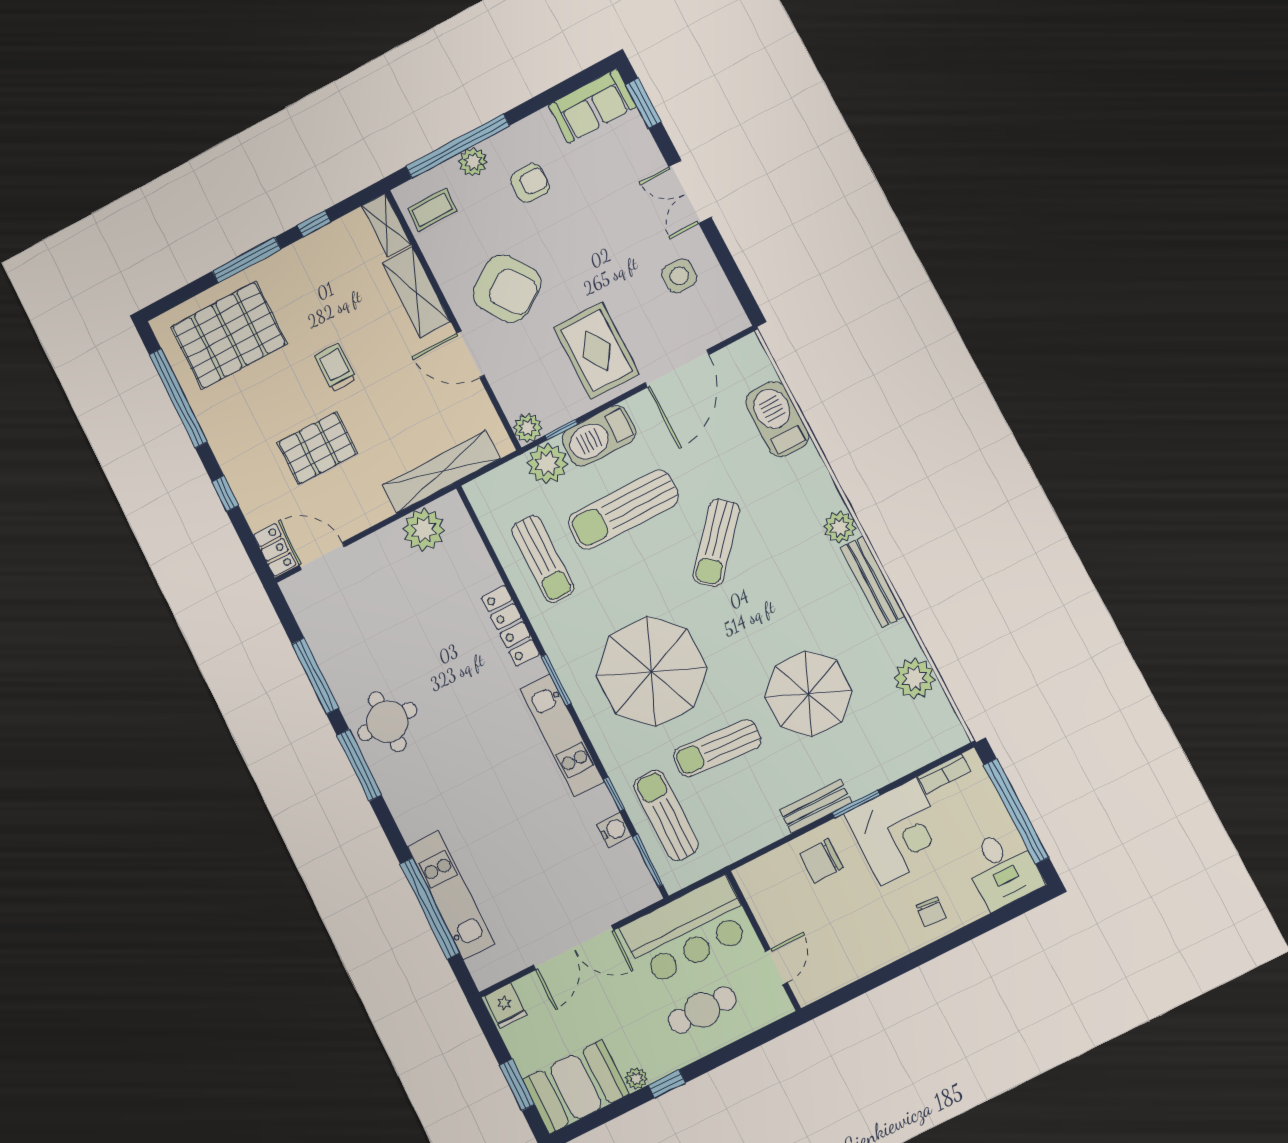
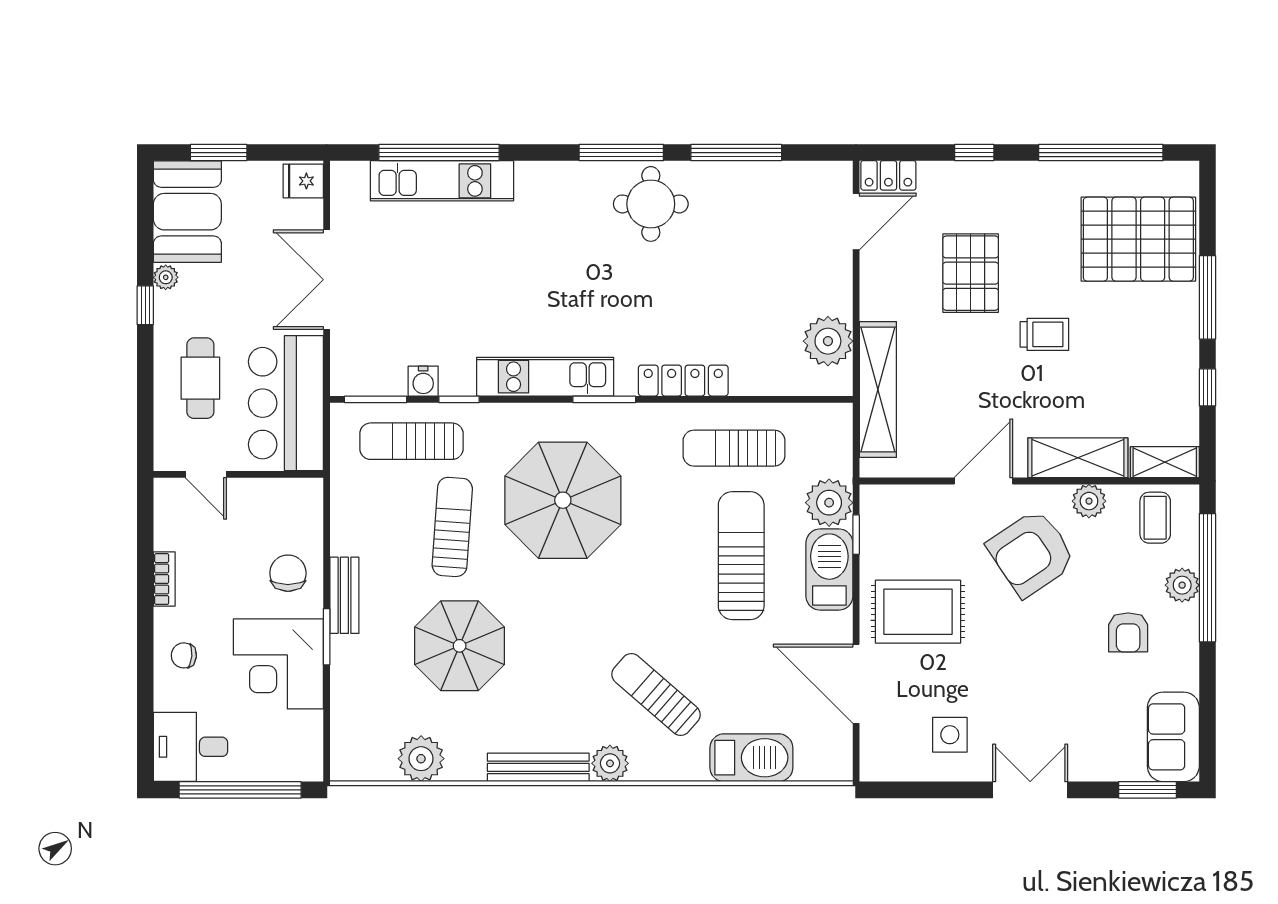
pallet: (229, 335) -> (1138, 239), turned 90
plant: (528, 428) -> (1089, 501), moved
sun lounger: (716, 543) -> (656, 695), moved
bookcase: (944, 774) -> (164, 579), moved, turned 180
sun lounger: (666, 815) -> (411, 441), turned 180

